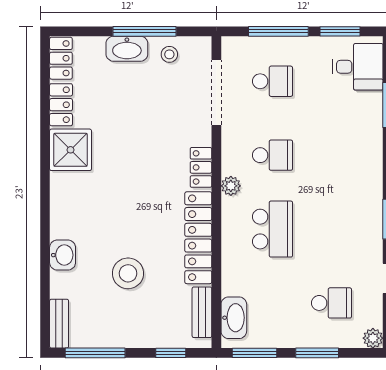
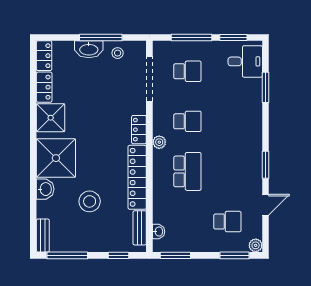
shower: (78, 209) -> (56, 158), added
washbasin: (234, 318) -> (159, 232), width x0.52, depth x0.69
window: (317, 353) -> (235, 255), moved

